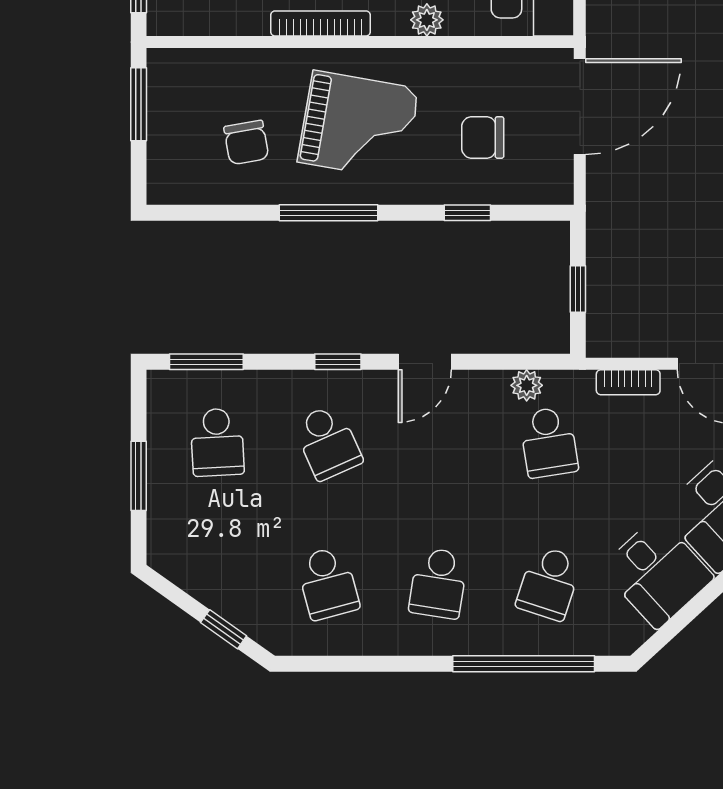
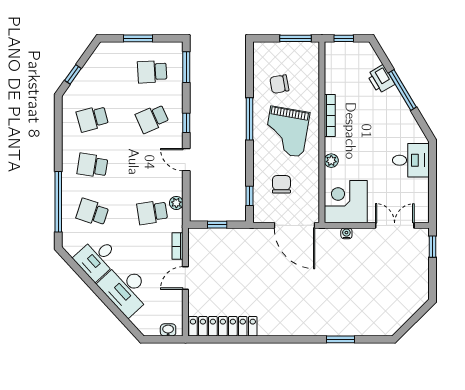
window: (467, 213) -> (250, 196), moved

